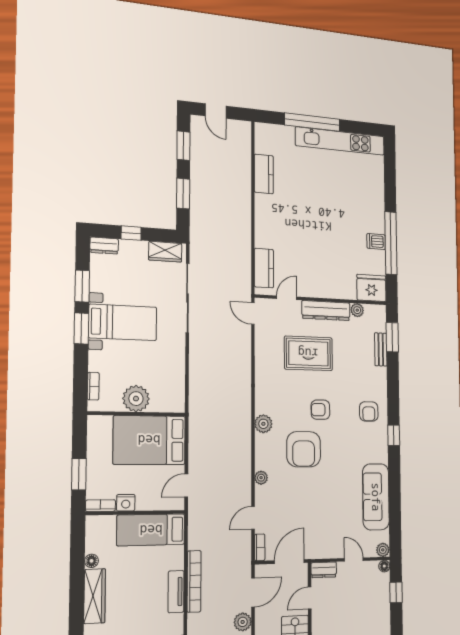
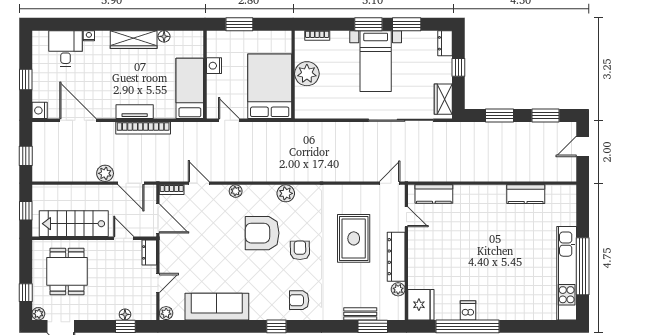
window: (312, 122) -> (583, 266), moved
bookcase: (100, 506) -> (212, 43), removed
floor lamp: (384, 566) -> (125, 314), moved

